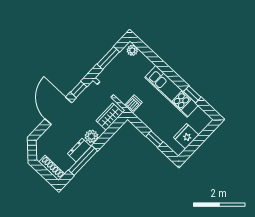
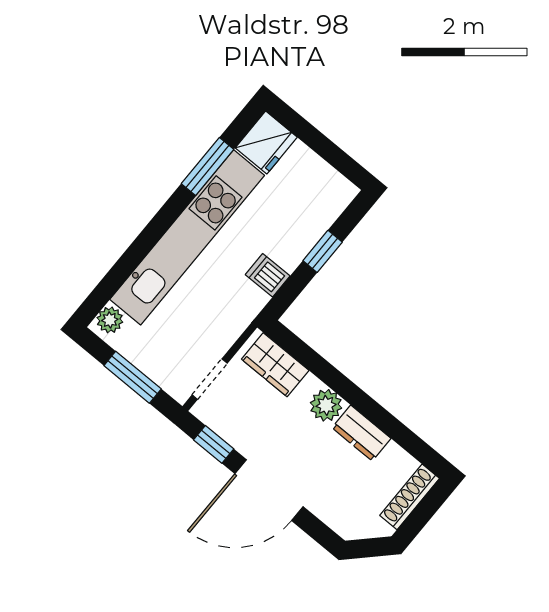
kitchen unit: (172, 91) -> (187, 237), width x1.36
window: (192, 94) -> (207, 167), width x1.50
dishwasher: (133, 104) -> (268, 275), moved
fridge: (186, 136) -> (266, 142), moved, turned -90
window: (83, 160) -> (386, 422), removed

